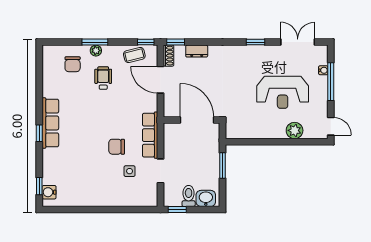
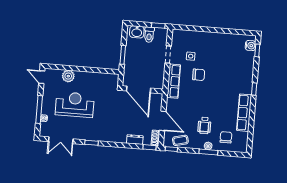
row of seats: (50, 123) -> (244, 113), moved

